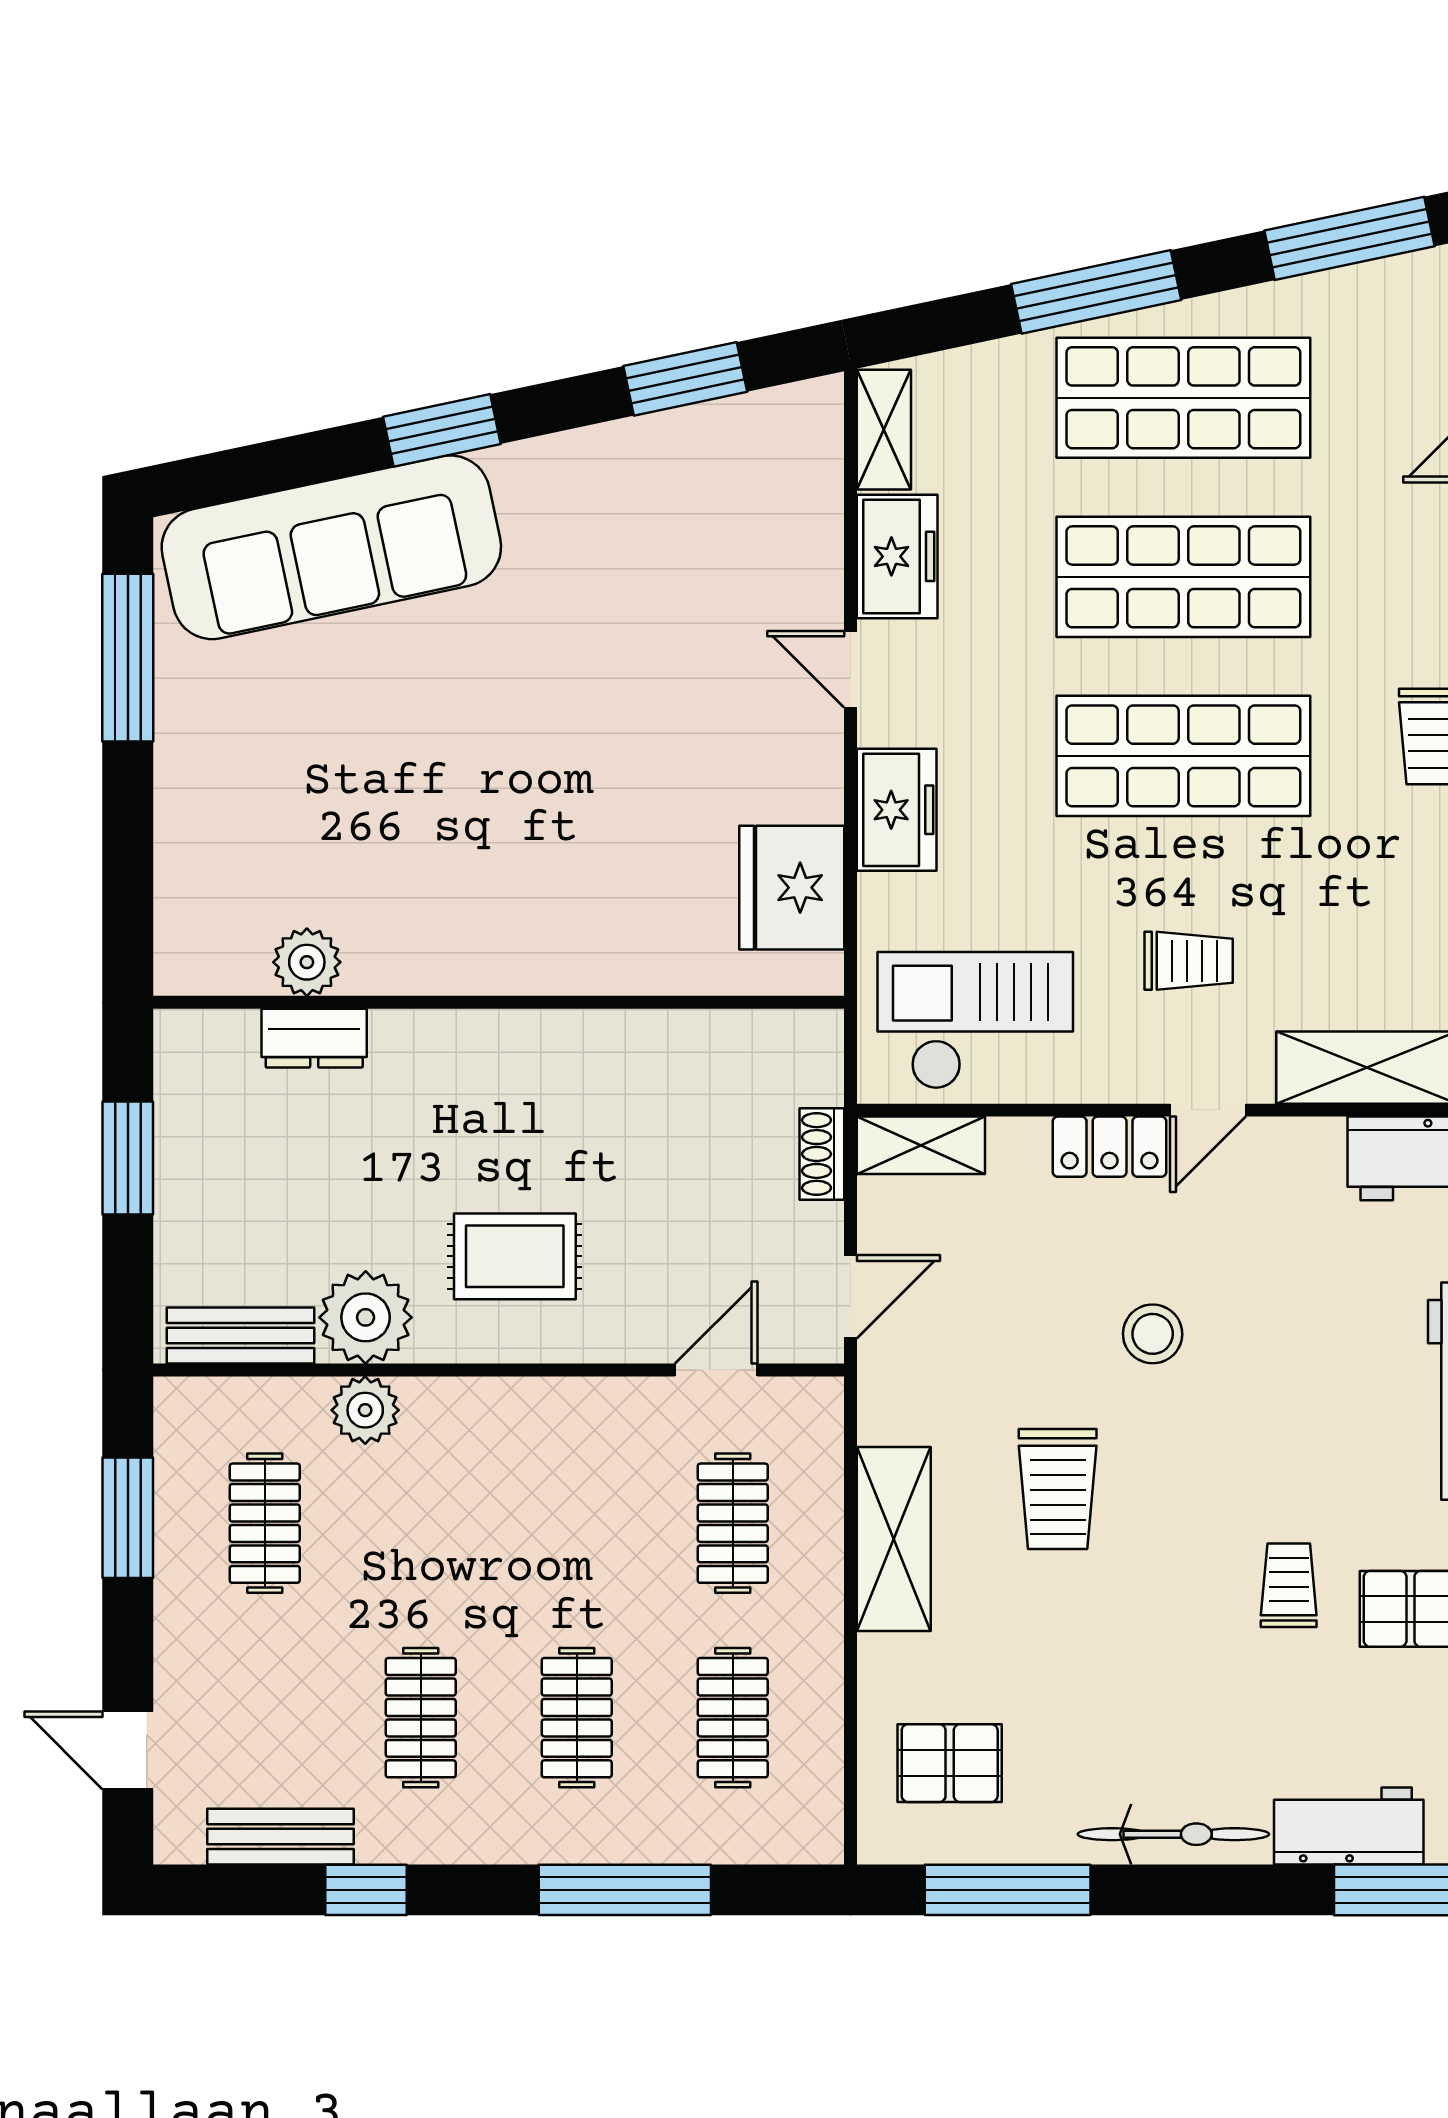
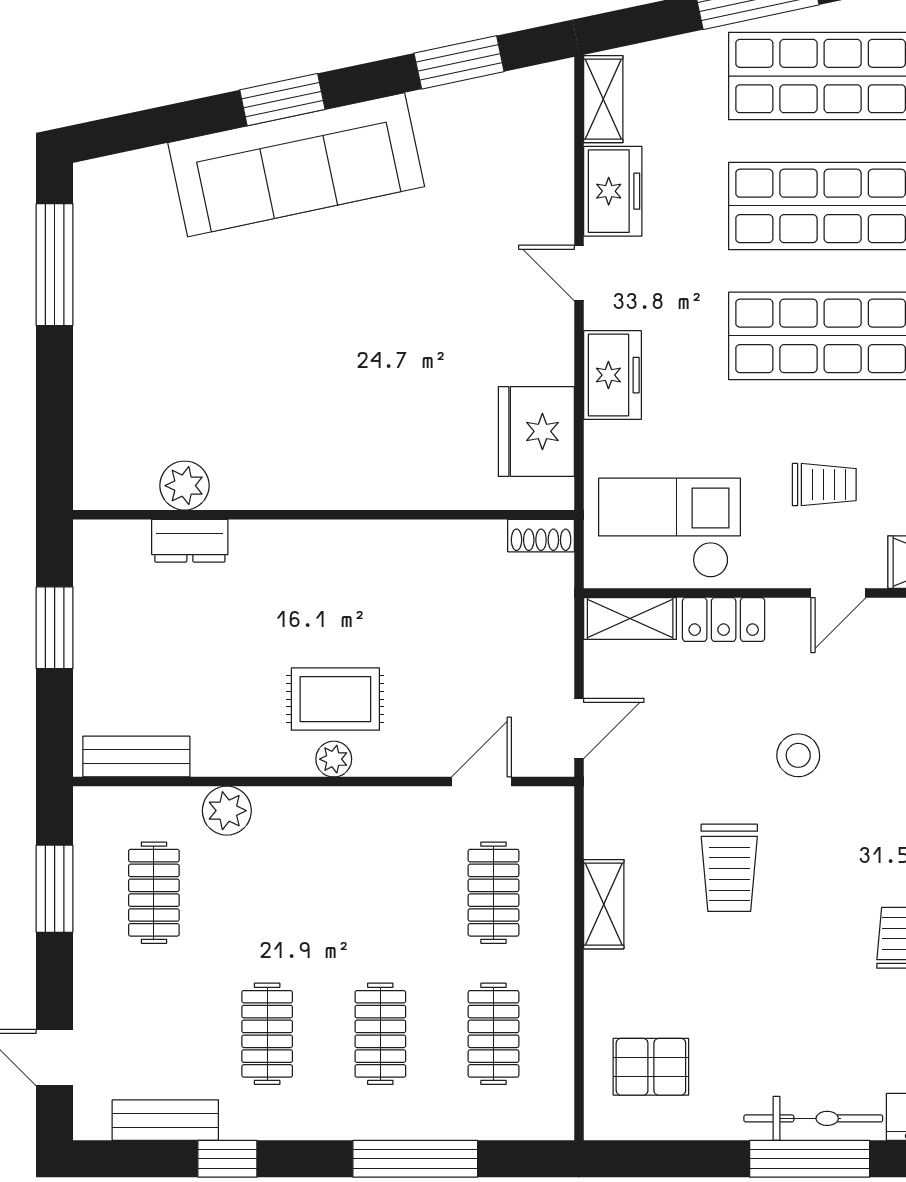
sofa: (331, 547) -> (296, 165), moved
locker: (1110, 1147) -> (724, 620), moved
shoe rack: (822, 1154) -> (541, 536), moved, turned -90
plant: (366, 1317) -> (334, 759), moved, width x0.53, depth x0.53
shelving: (894, 1539) -> (604, 904), width x0.67, depth x0.75
window: (1008, 1890) -> (810, 1159), moved

